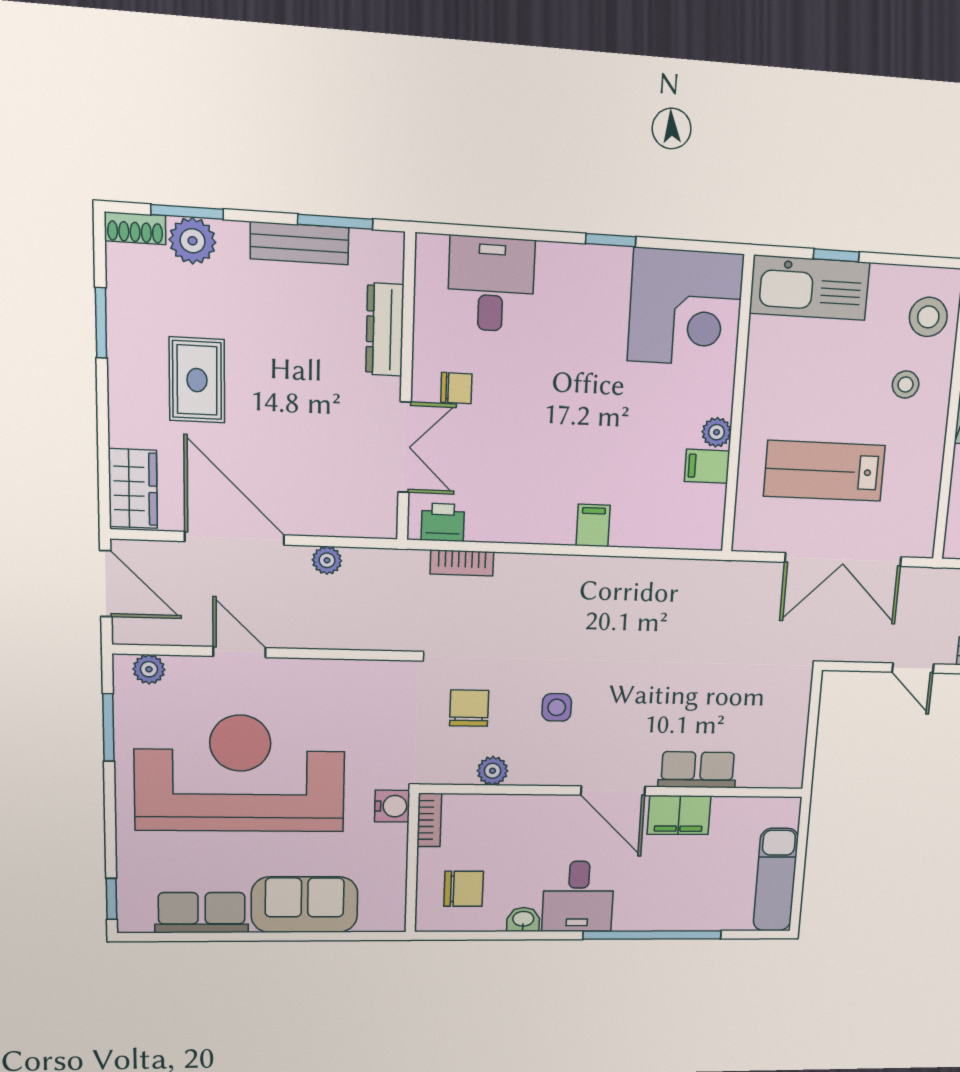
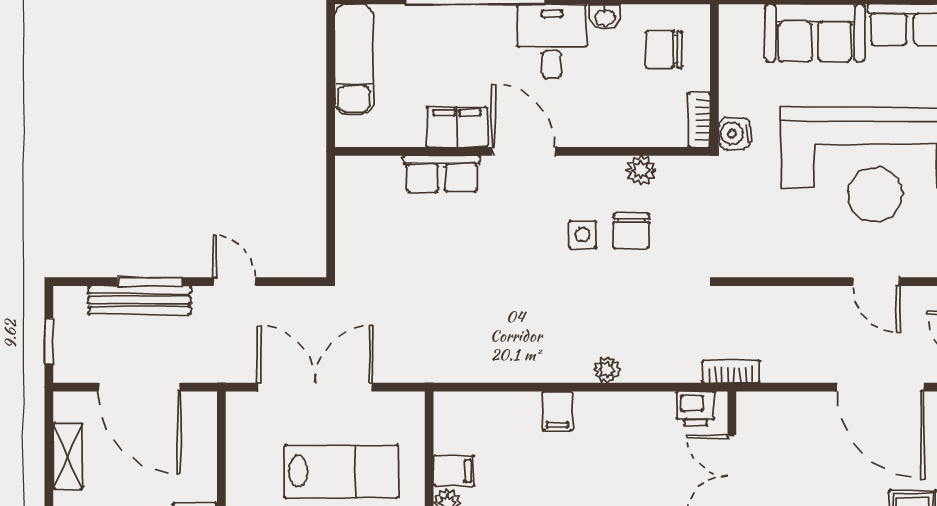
plant: (327, 560) -> (607, 370), moved
bookcase: (462, 563) -> (731, 372), moved
chair: (469, 708) -> (631, 231), moved

